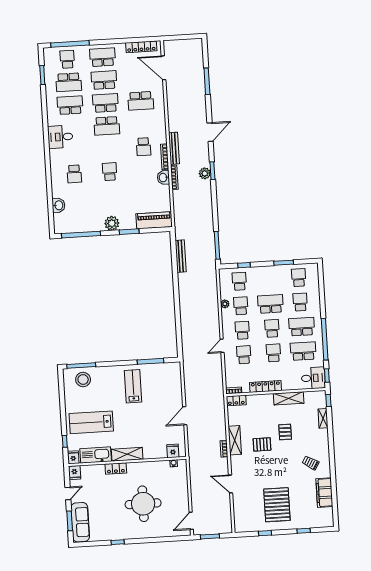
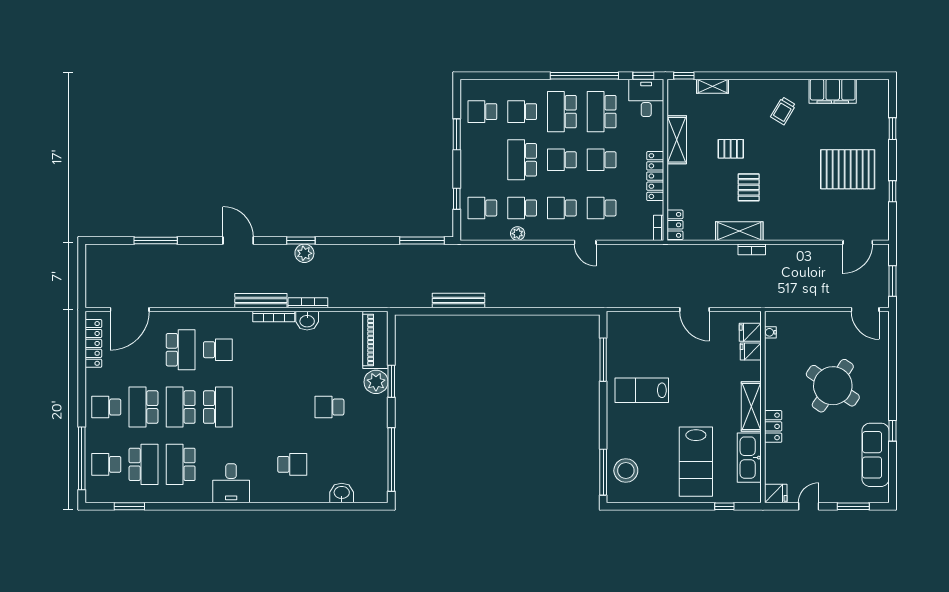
school desk: (103, 57) -> (106, 407), width x0.54
school desk: (143, 147) -> (218, 350), moved
school desk: (110, 172) -> (329, 407), moved
plant: (112, 223) -> (376, 382), moved
bench: (181, 256) -> (458, 300), moved
fridge: (73, 457) -> (751, 351), moved
door: (231, 484) -> (858, 242), moved
door: (68, 493) -> (809, 506), hinge flipped
round table: (143, 504) -> (833, 386), turned 34
sofa: (80, 522) -> (876, 455), moved, turned -90

